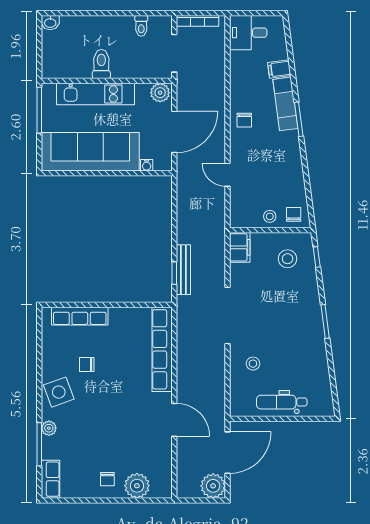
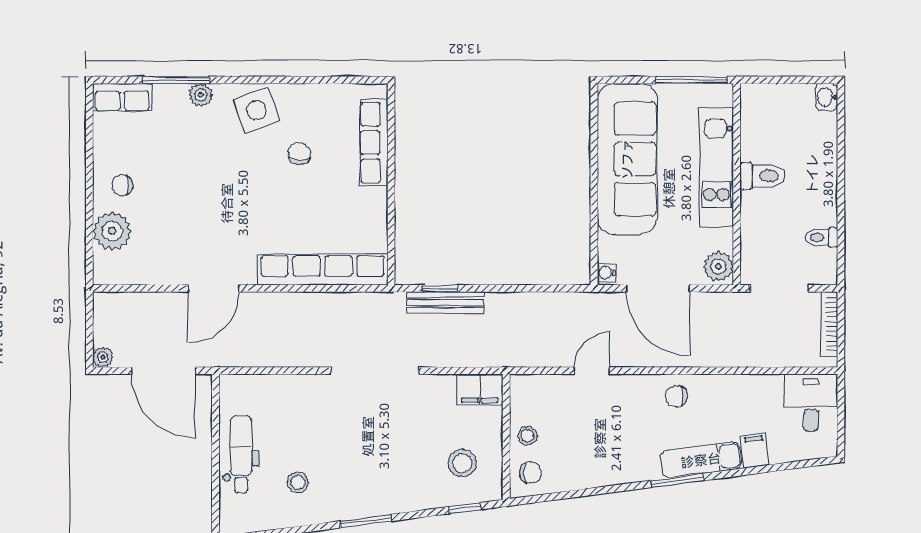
water cooler: (147, 165) -> (606, 273), moved
stool: (253, 364) -> (298, 482), moved
plant: (213, 486) -> (103, 357), width x0.53, depth x0.53

